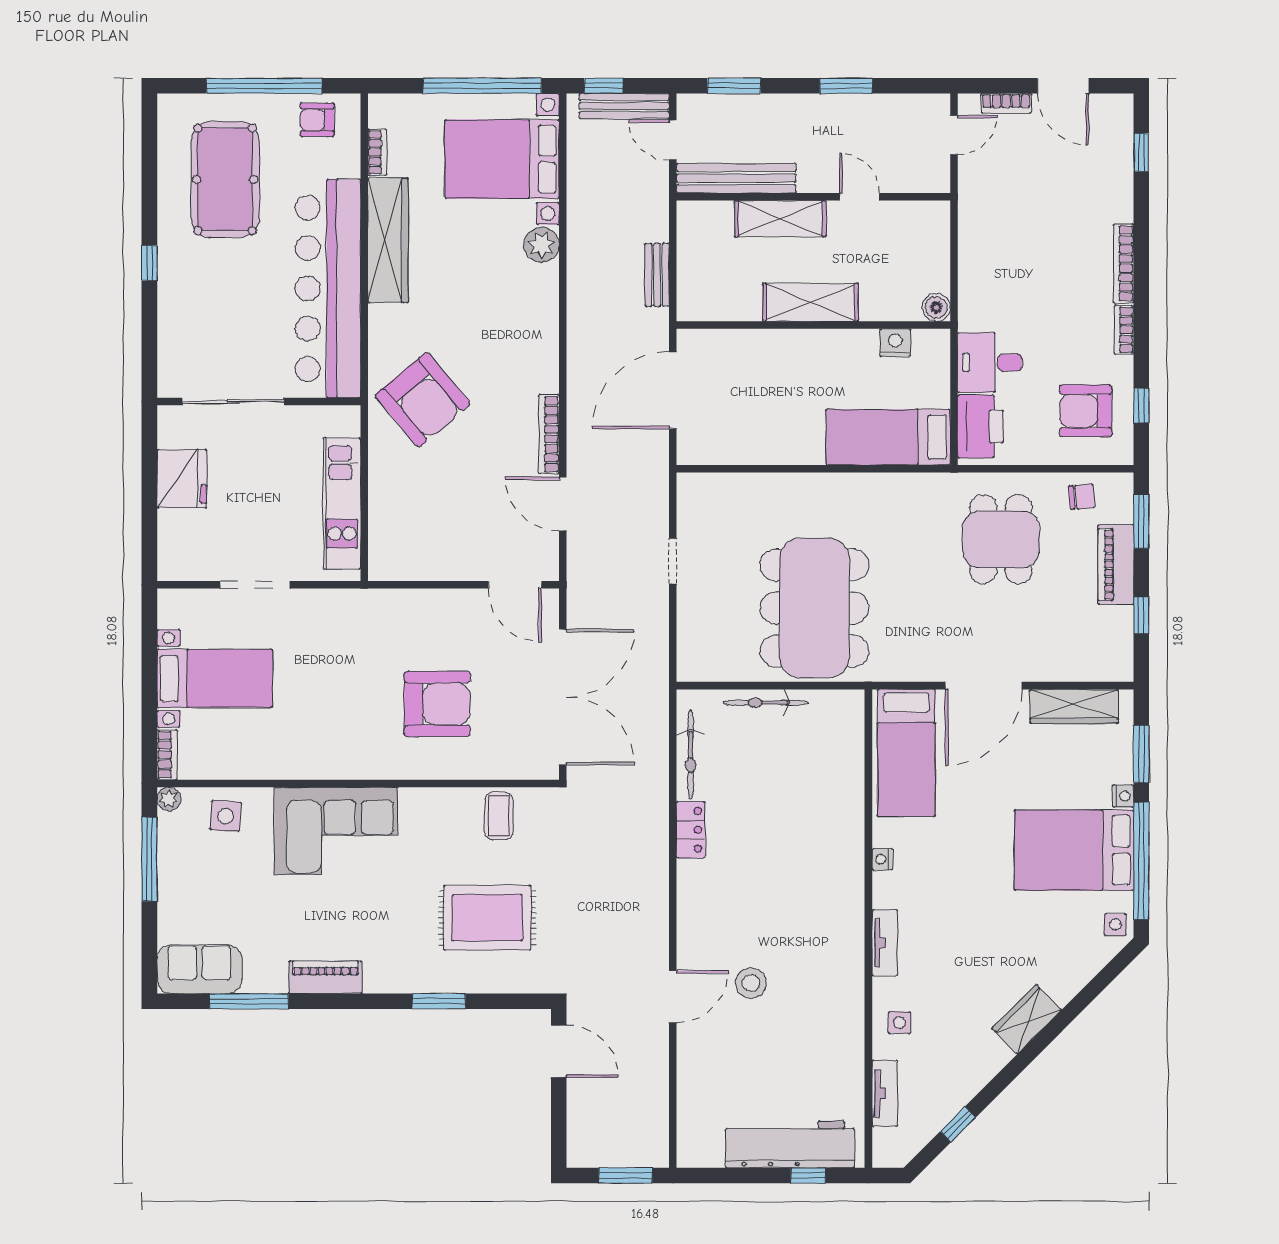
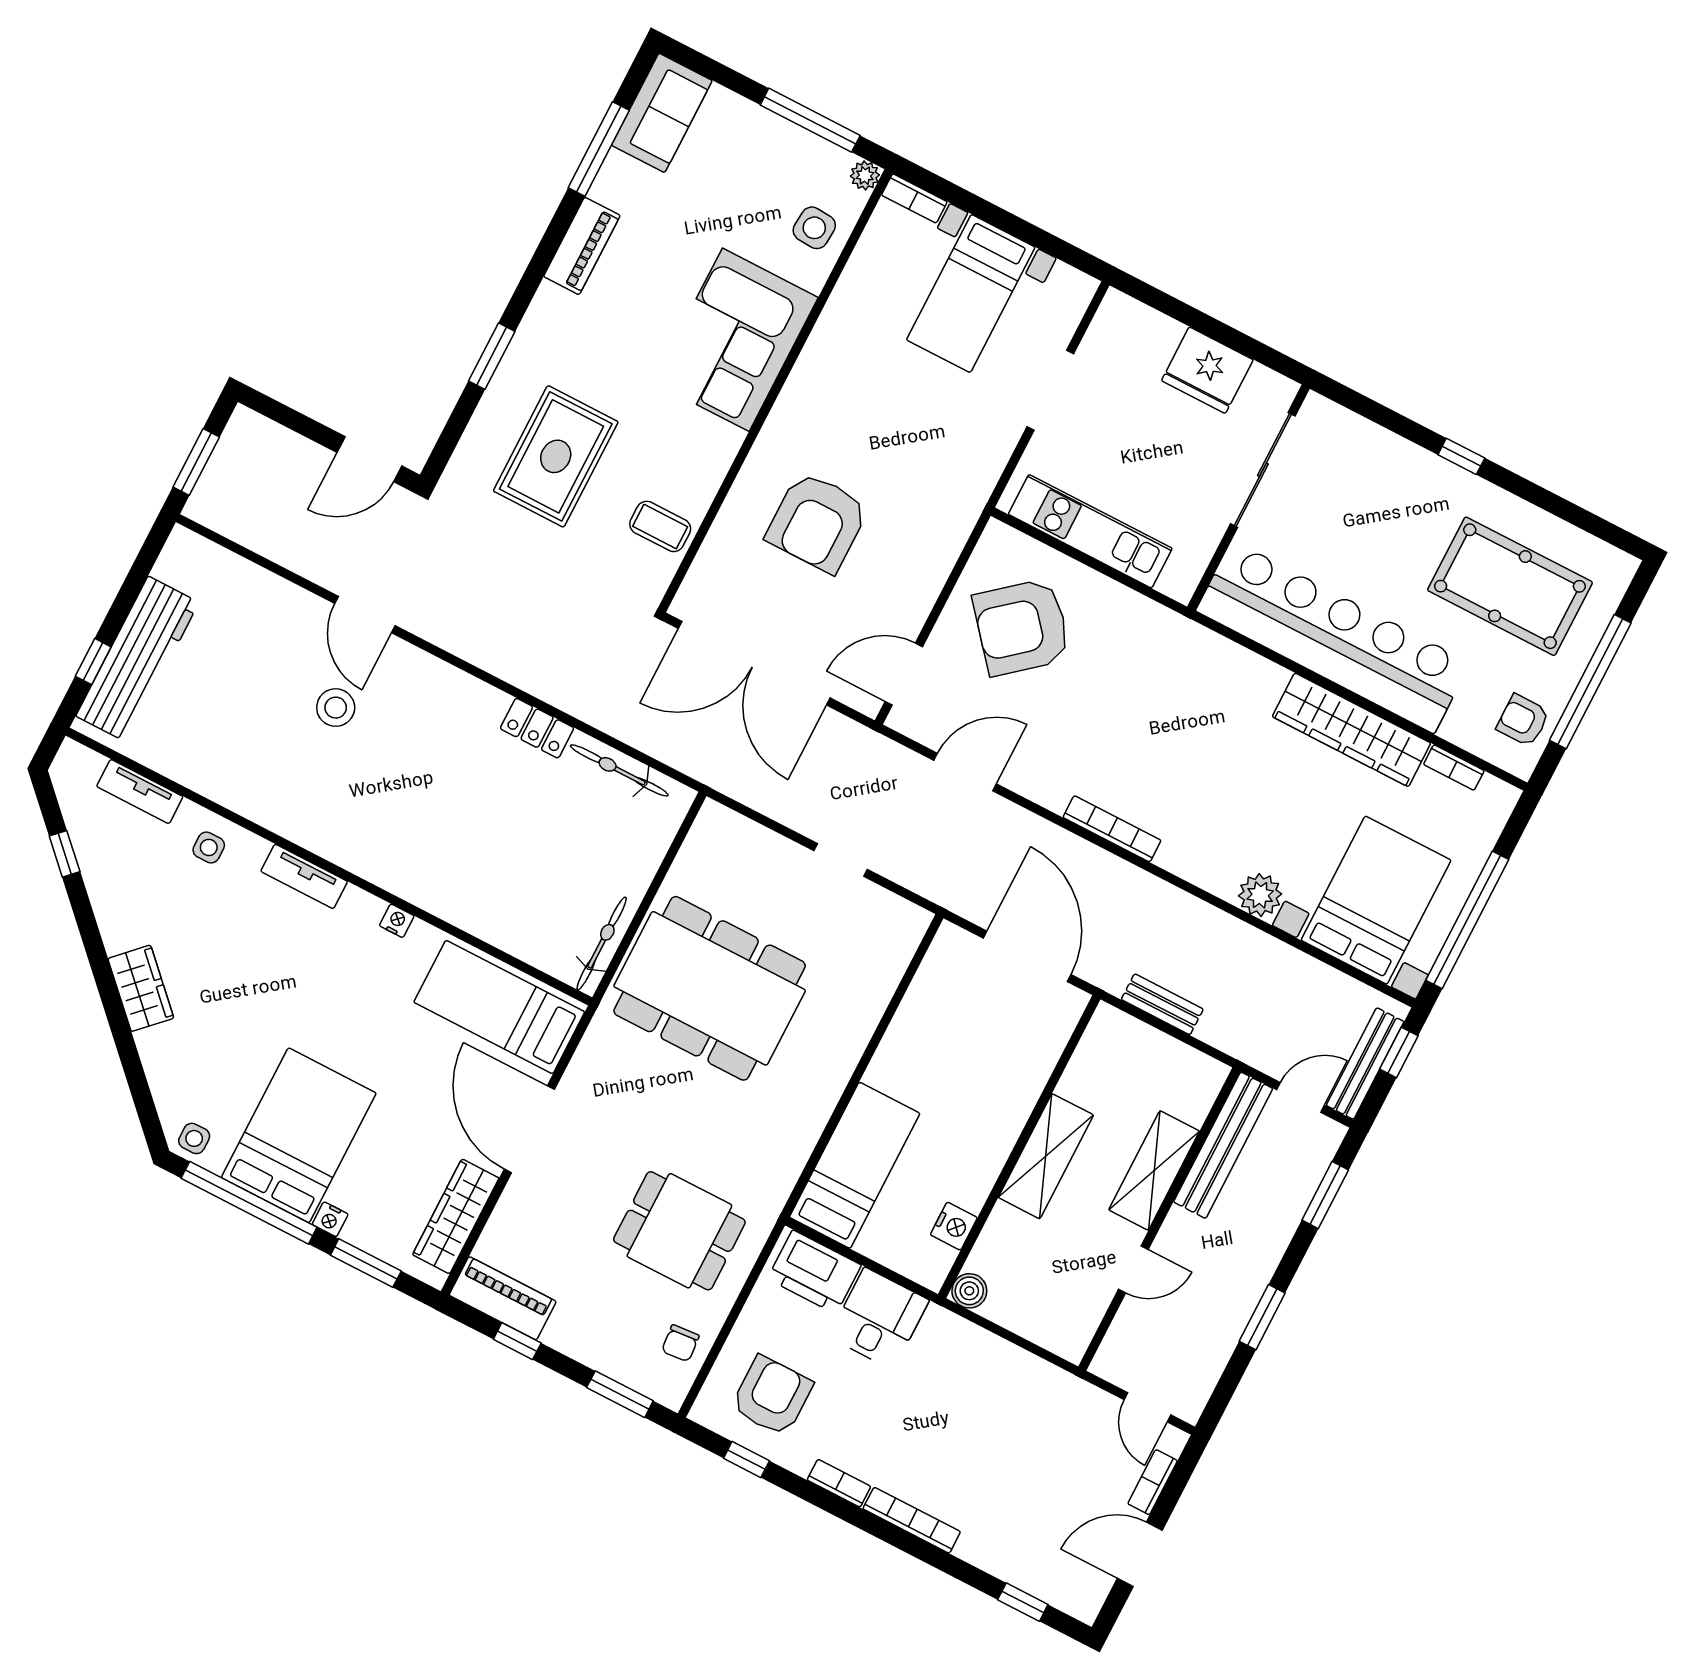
armchair: (317, 120) -> (1523, 720), turned -90
armchair: (423, 400) -> (1022, 627), moved
bookcase: (549, 434) -> (1112, 829), moved
piano: (1116, 565) -> (503, 1298), moved
bicycle: (766, 703) -> (602, 943), moved

